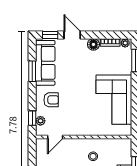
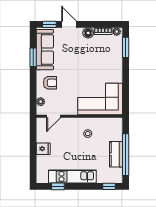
corner sofa: (114, 100) -> (100, 99), moved, turned 90
window: (32, 118) -> (33, 99), removed

